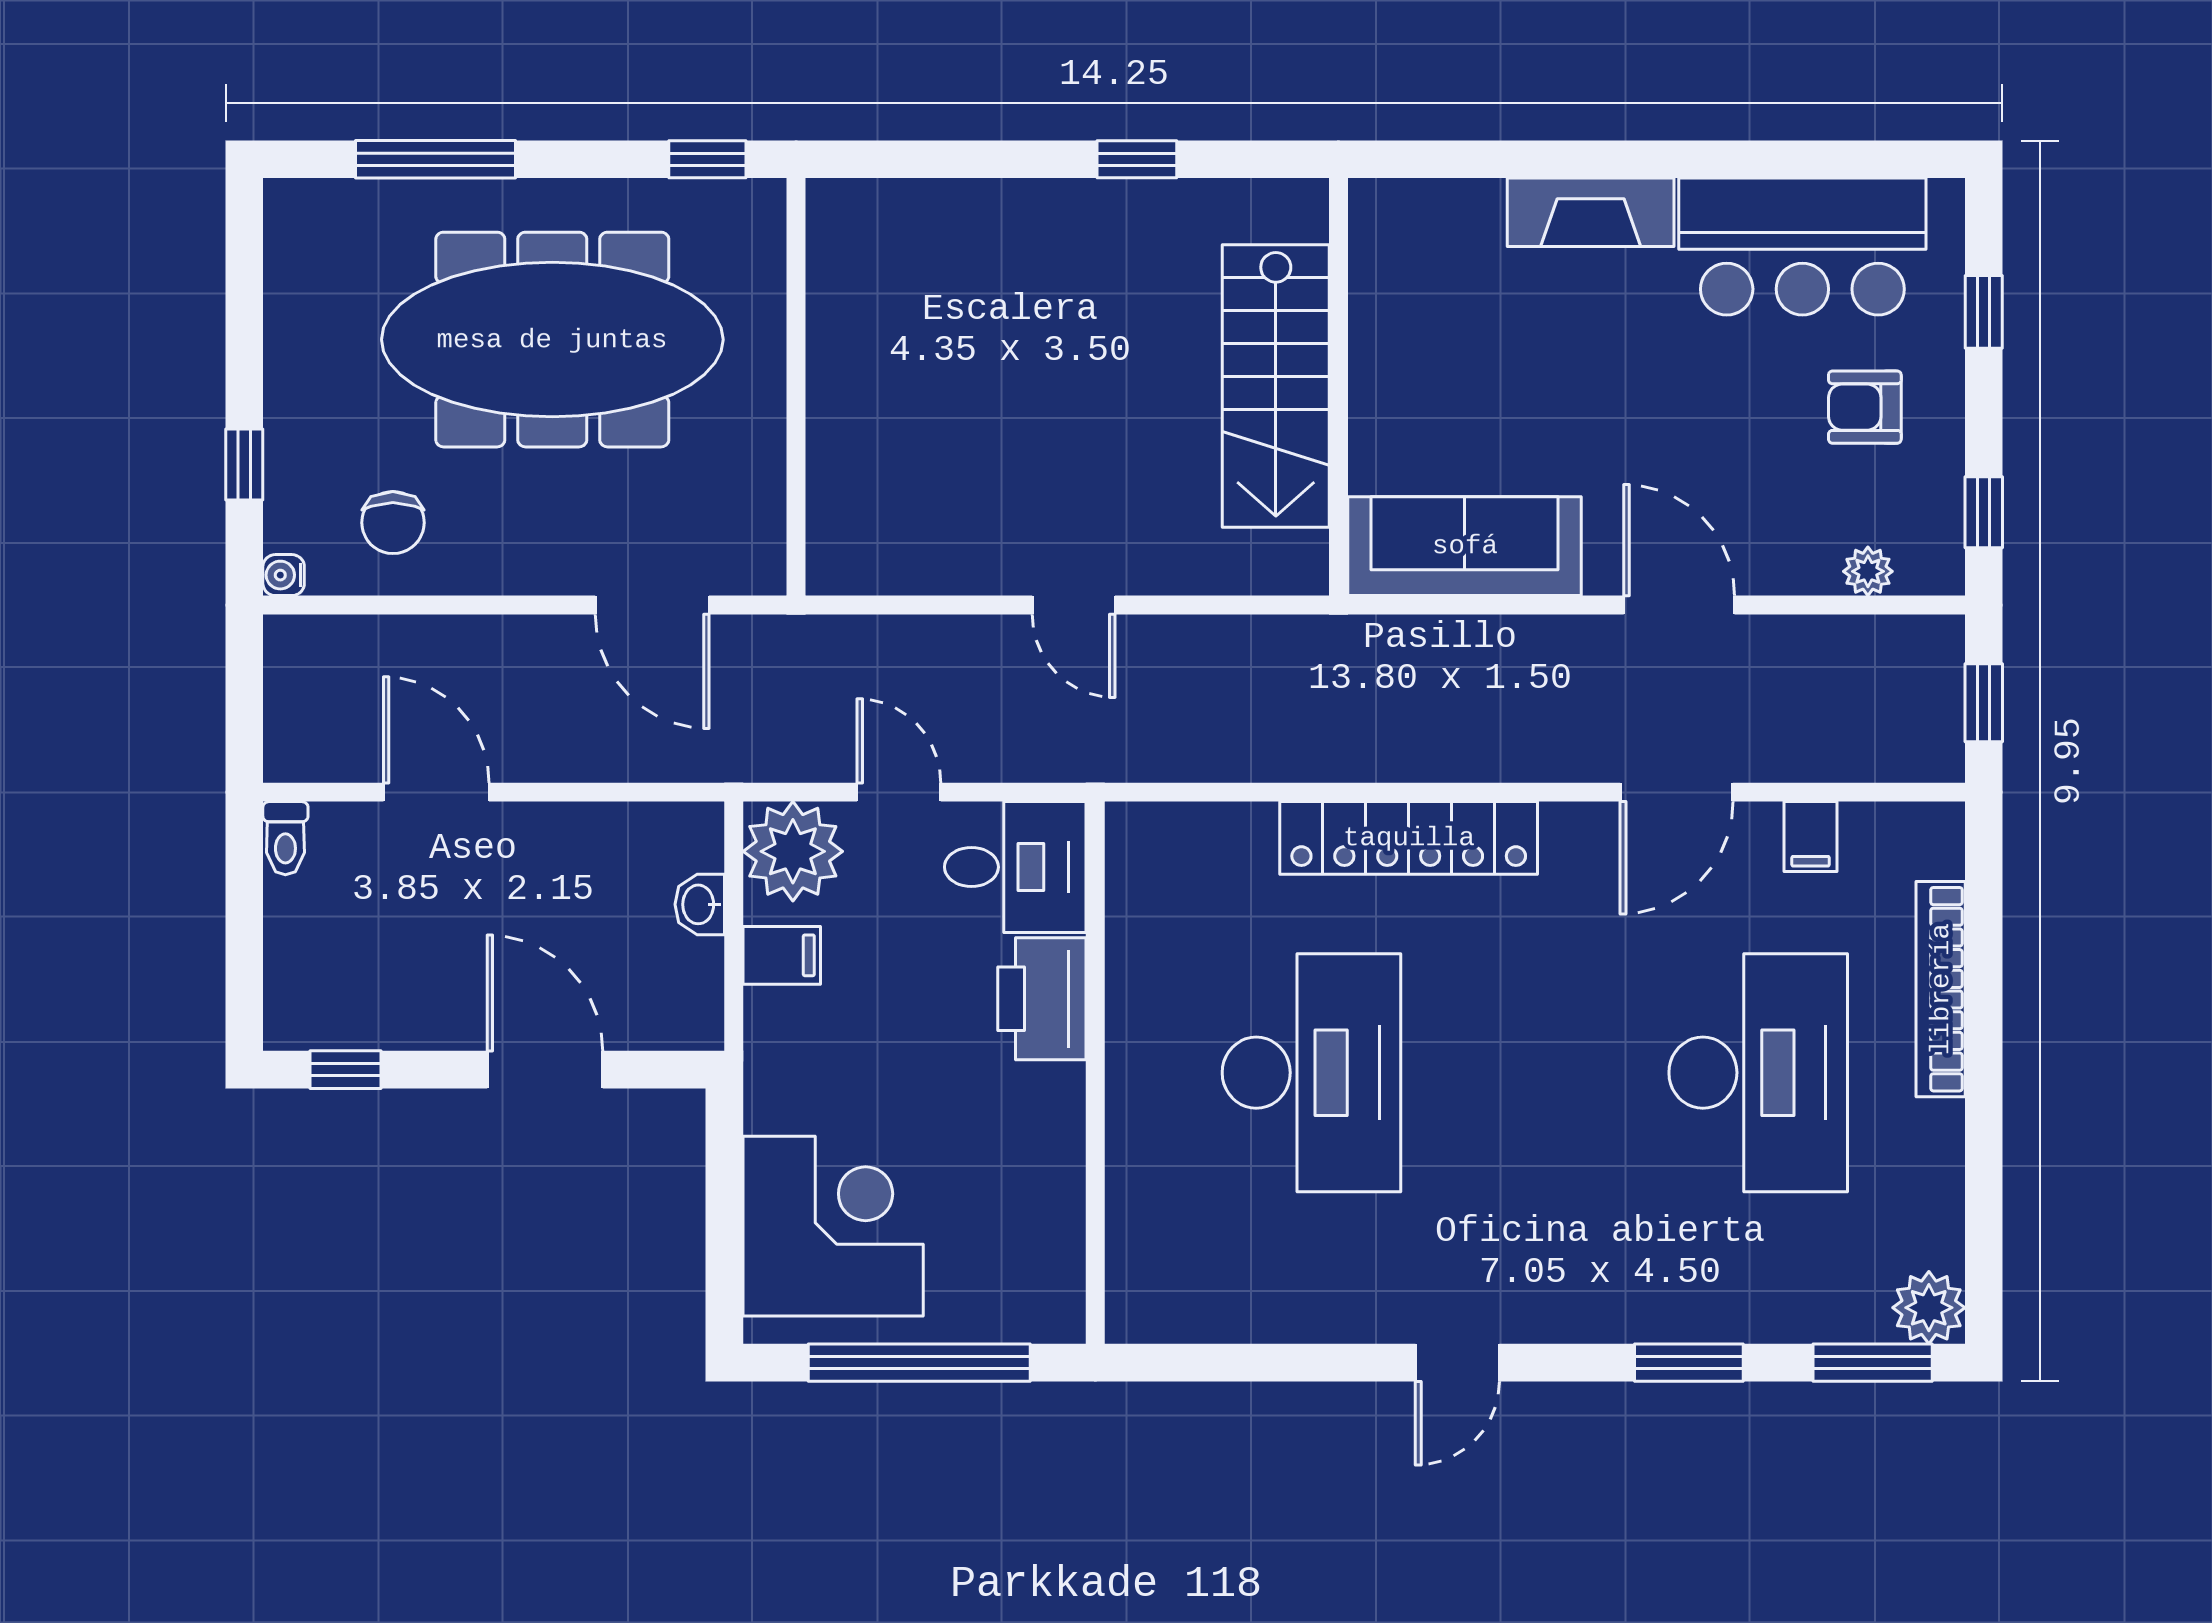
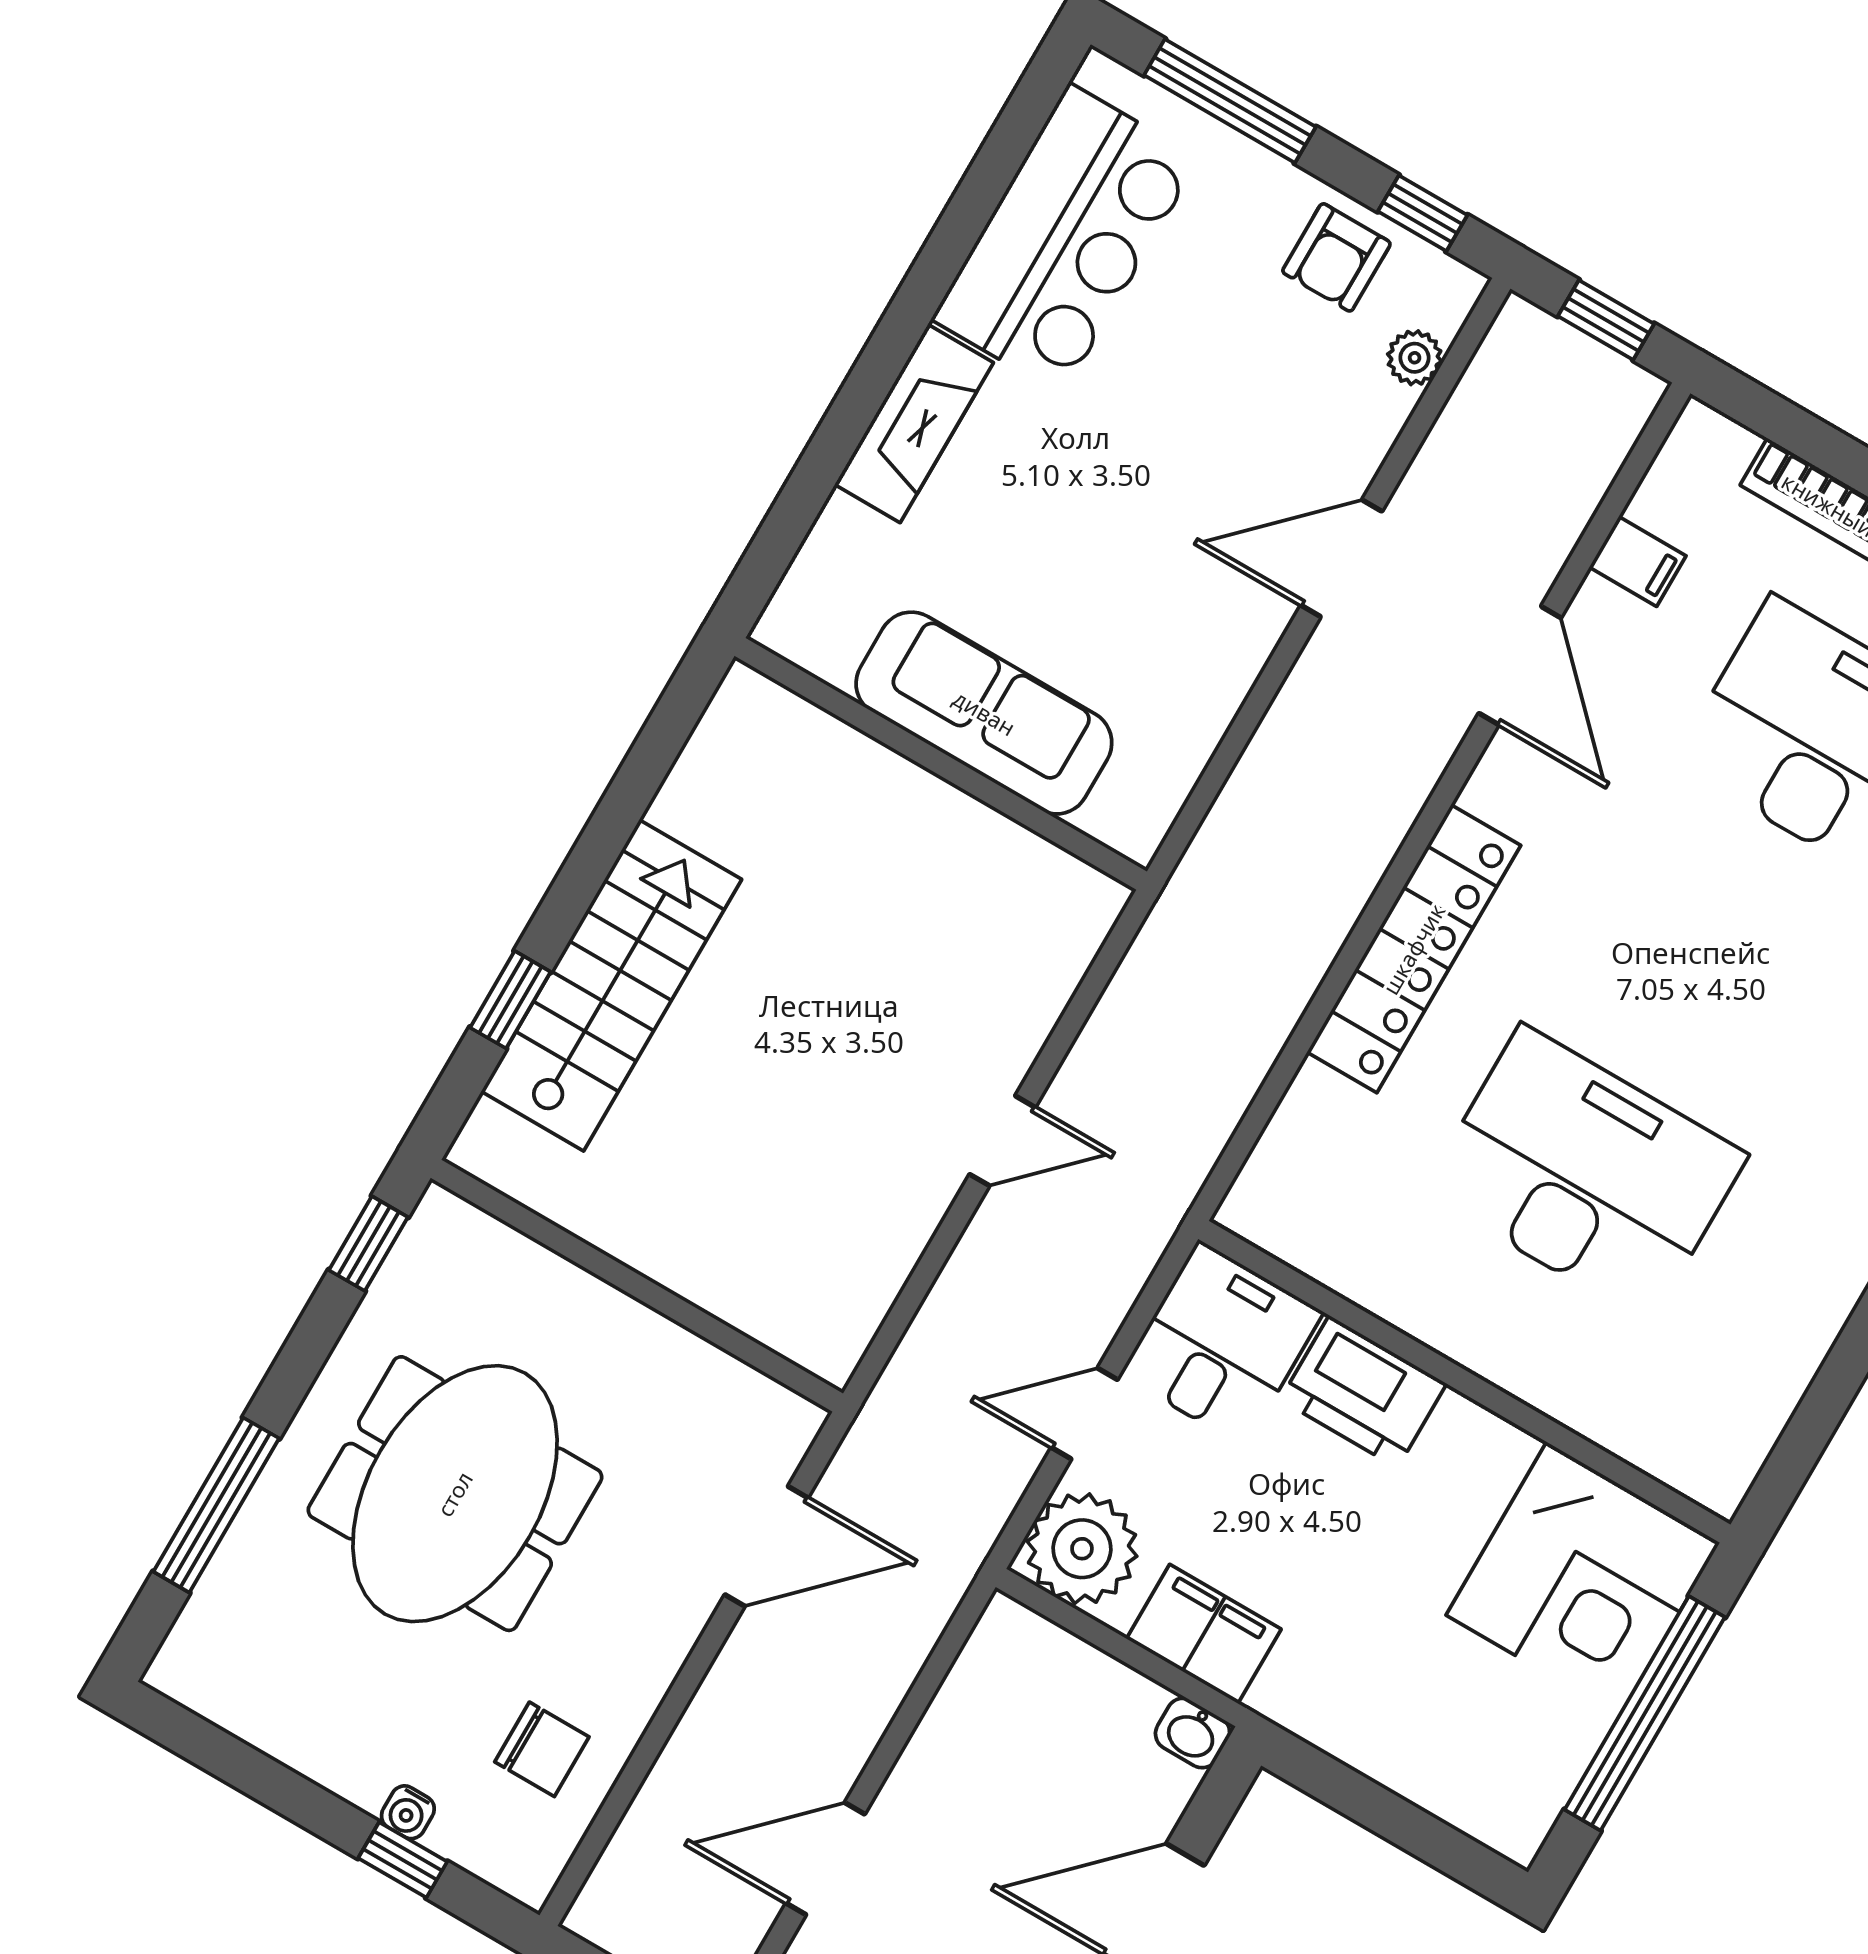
window: (1137, 159) -> (510, 1000), moved
window: (1984, 312) -> (1230, 101), width x2.17
meeting table: (552, 340) -> (455, 1494), width x0.73
stairs: (1276, 386) -> (611, 985), moved, turned -90
armchair: (1865, 407) -> (1336, 257), moved
sofa: (1465, 546) -> (984, 713), moved, turned 90
water cooler: (284, 575) -> (408, 1812), moved
washbasin: (700, 904) -> (1193, 1733), moved
filing cabinet: (782, 955) -> (1204, 1634), width x2.00
corner desk: (833, 1226) -> (1583, 1579), moved, turned 180

